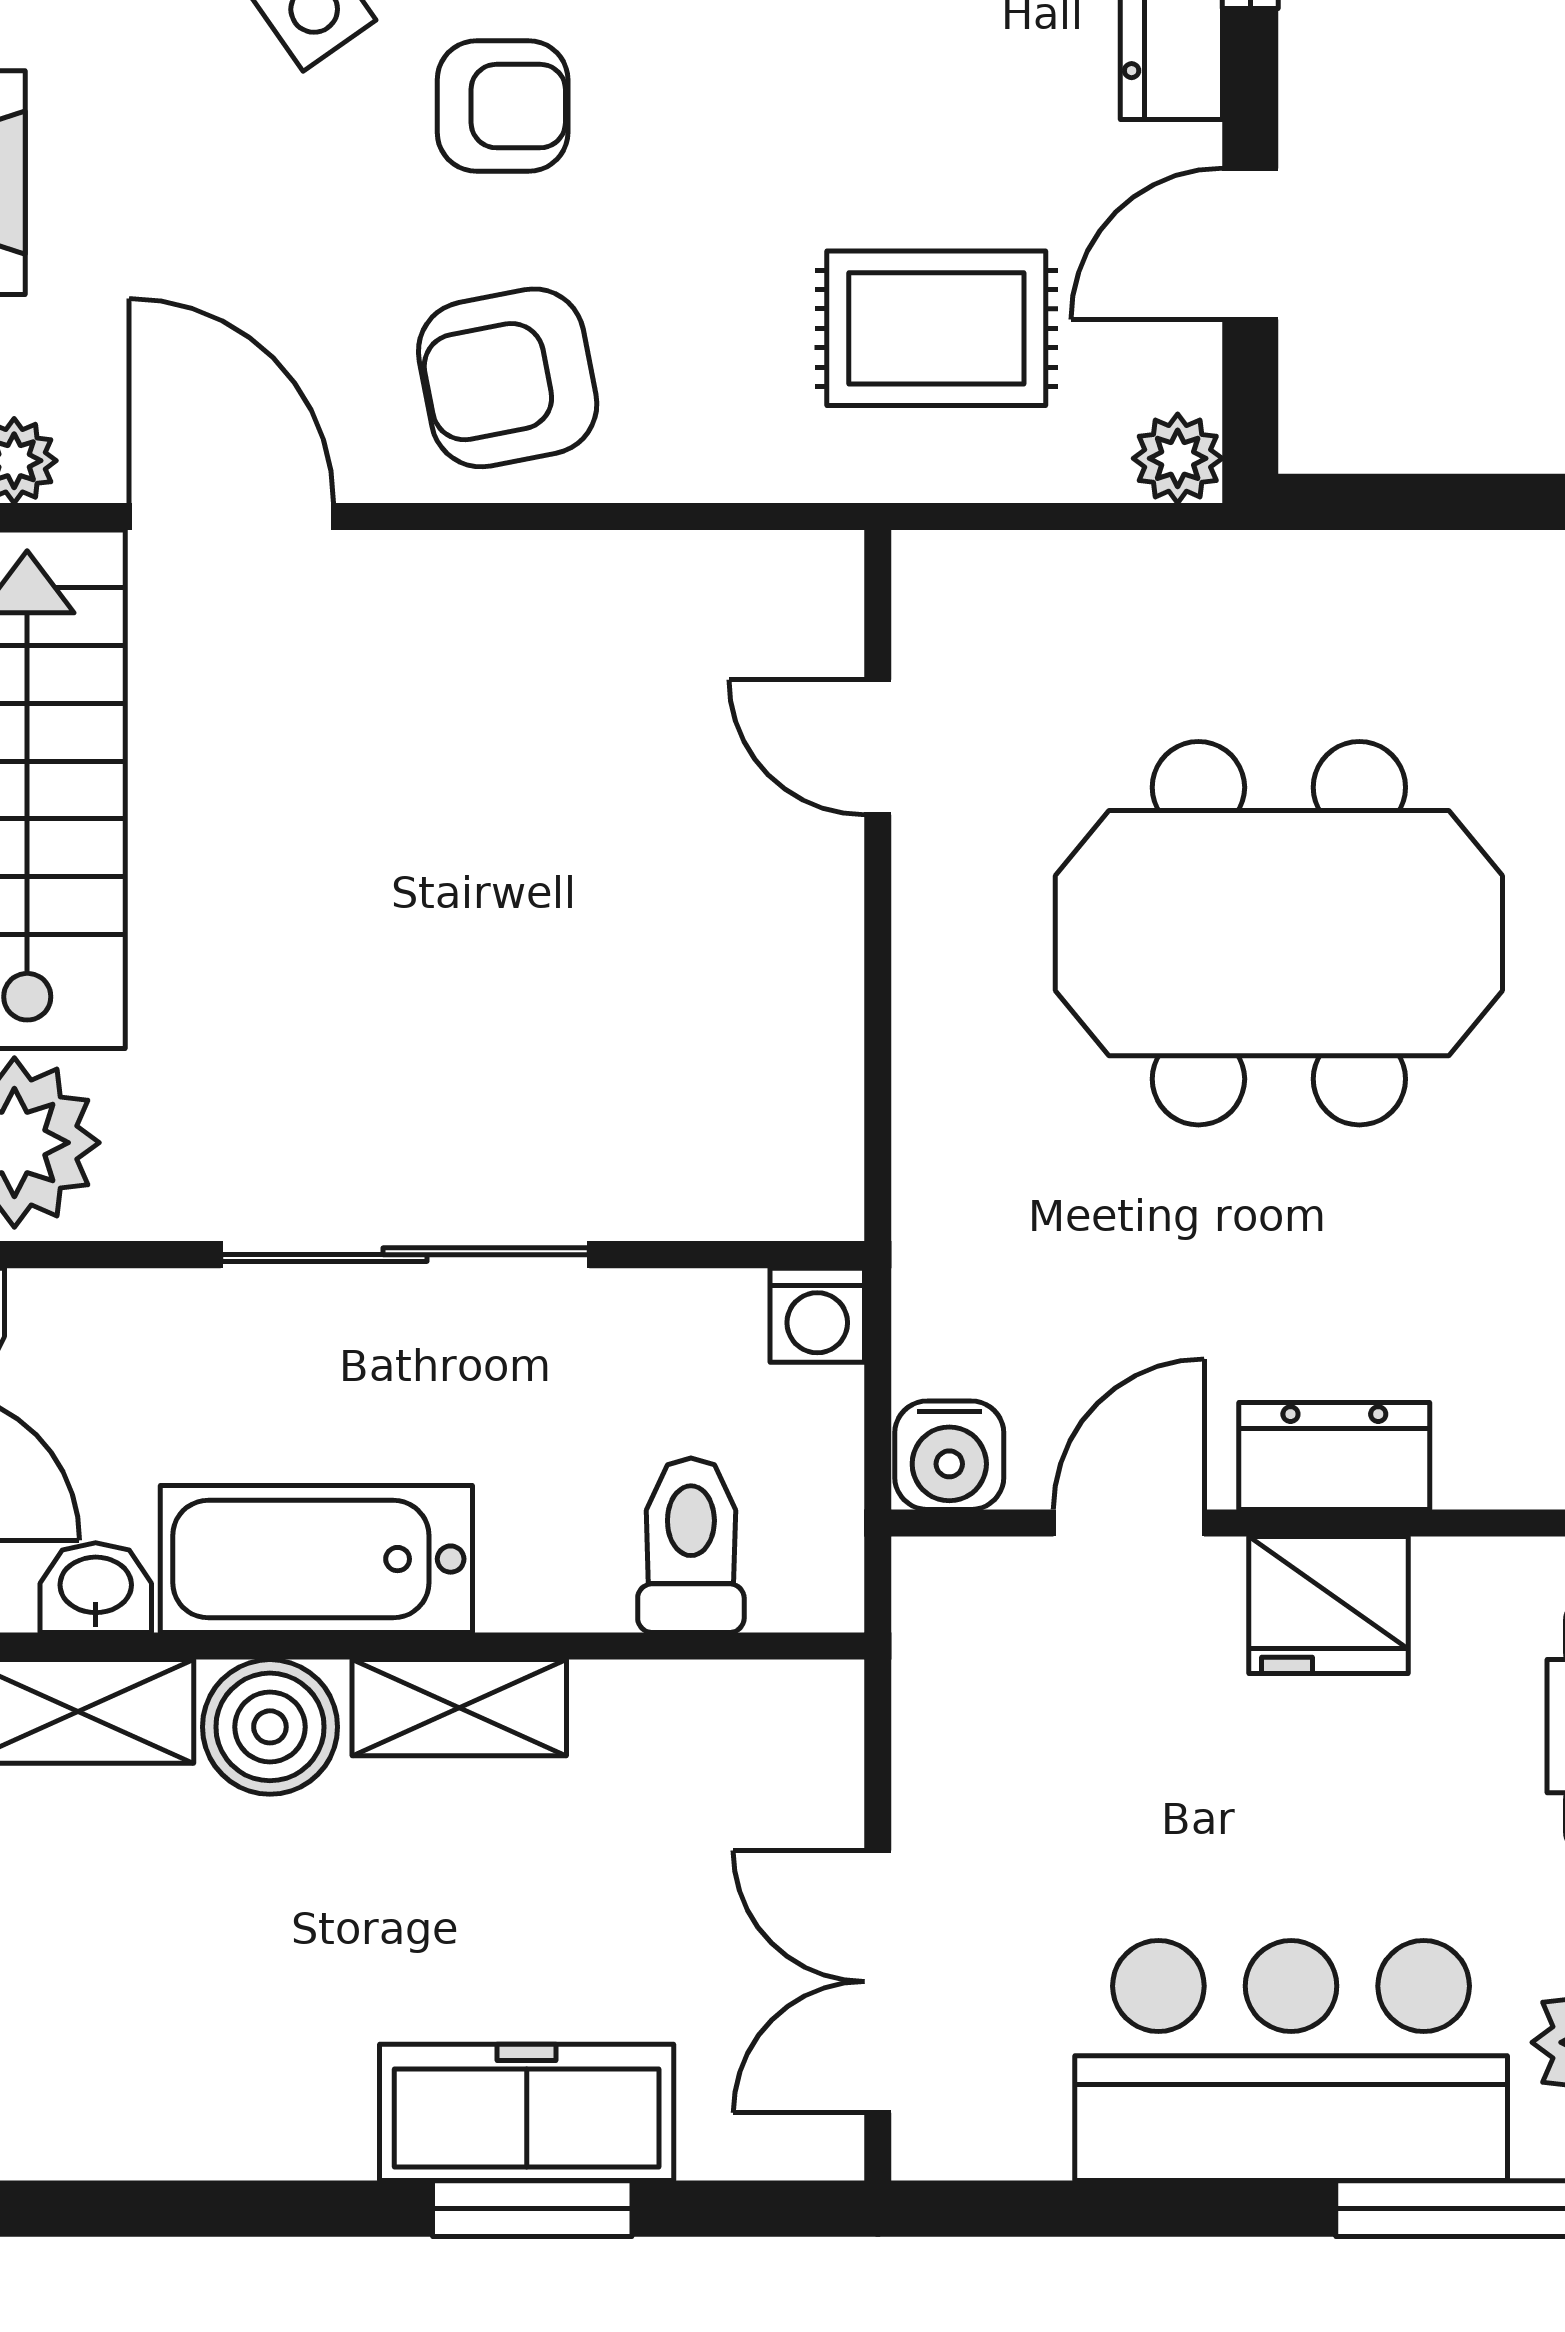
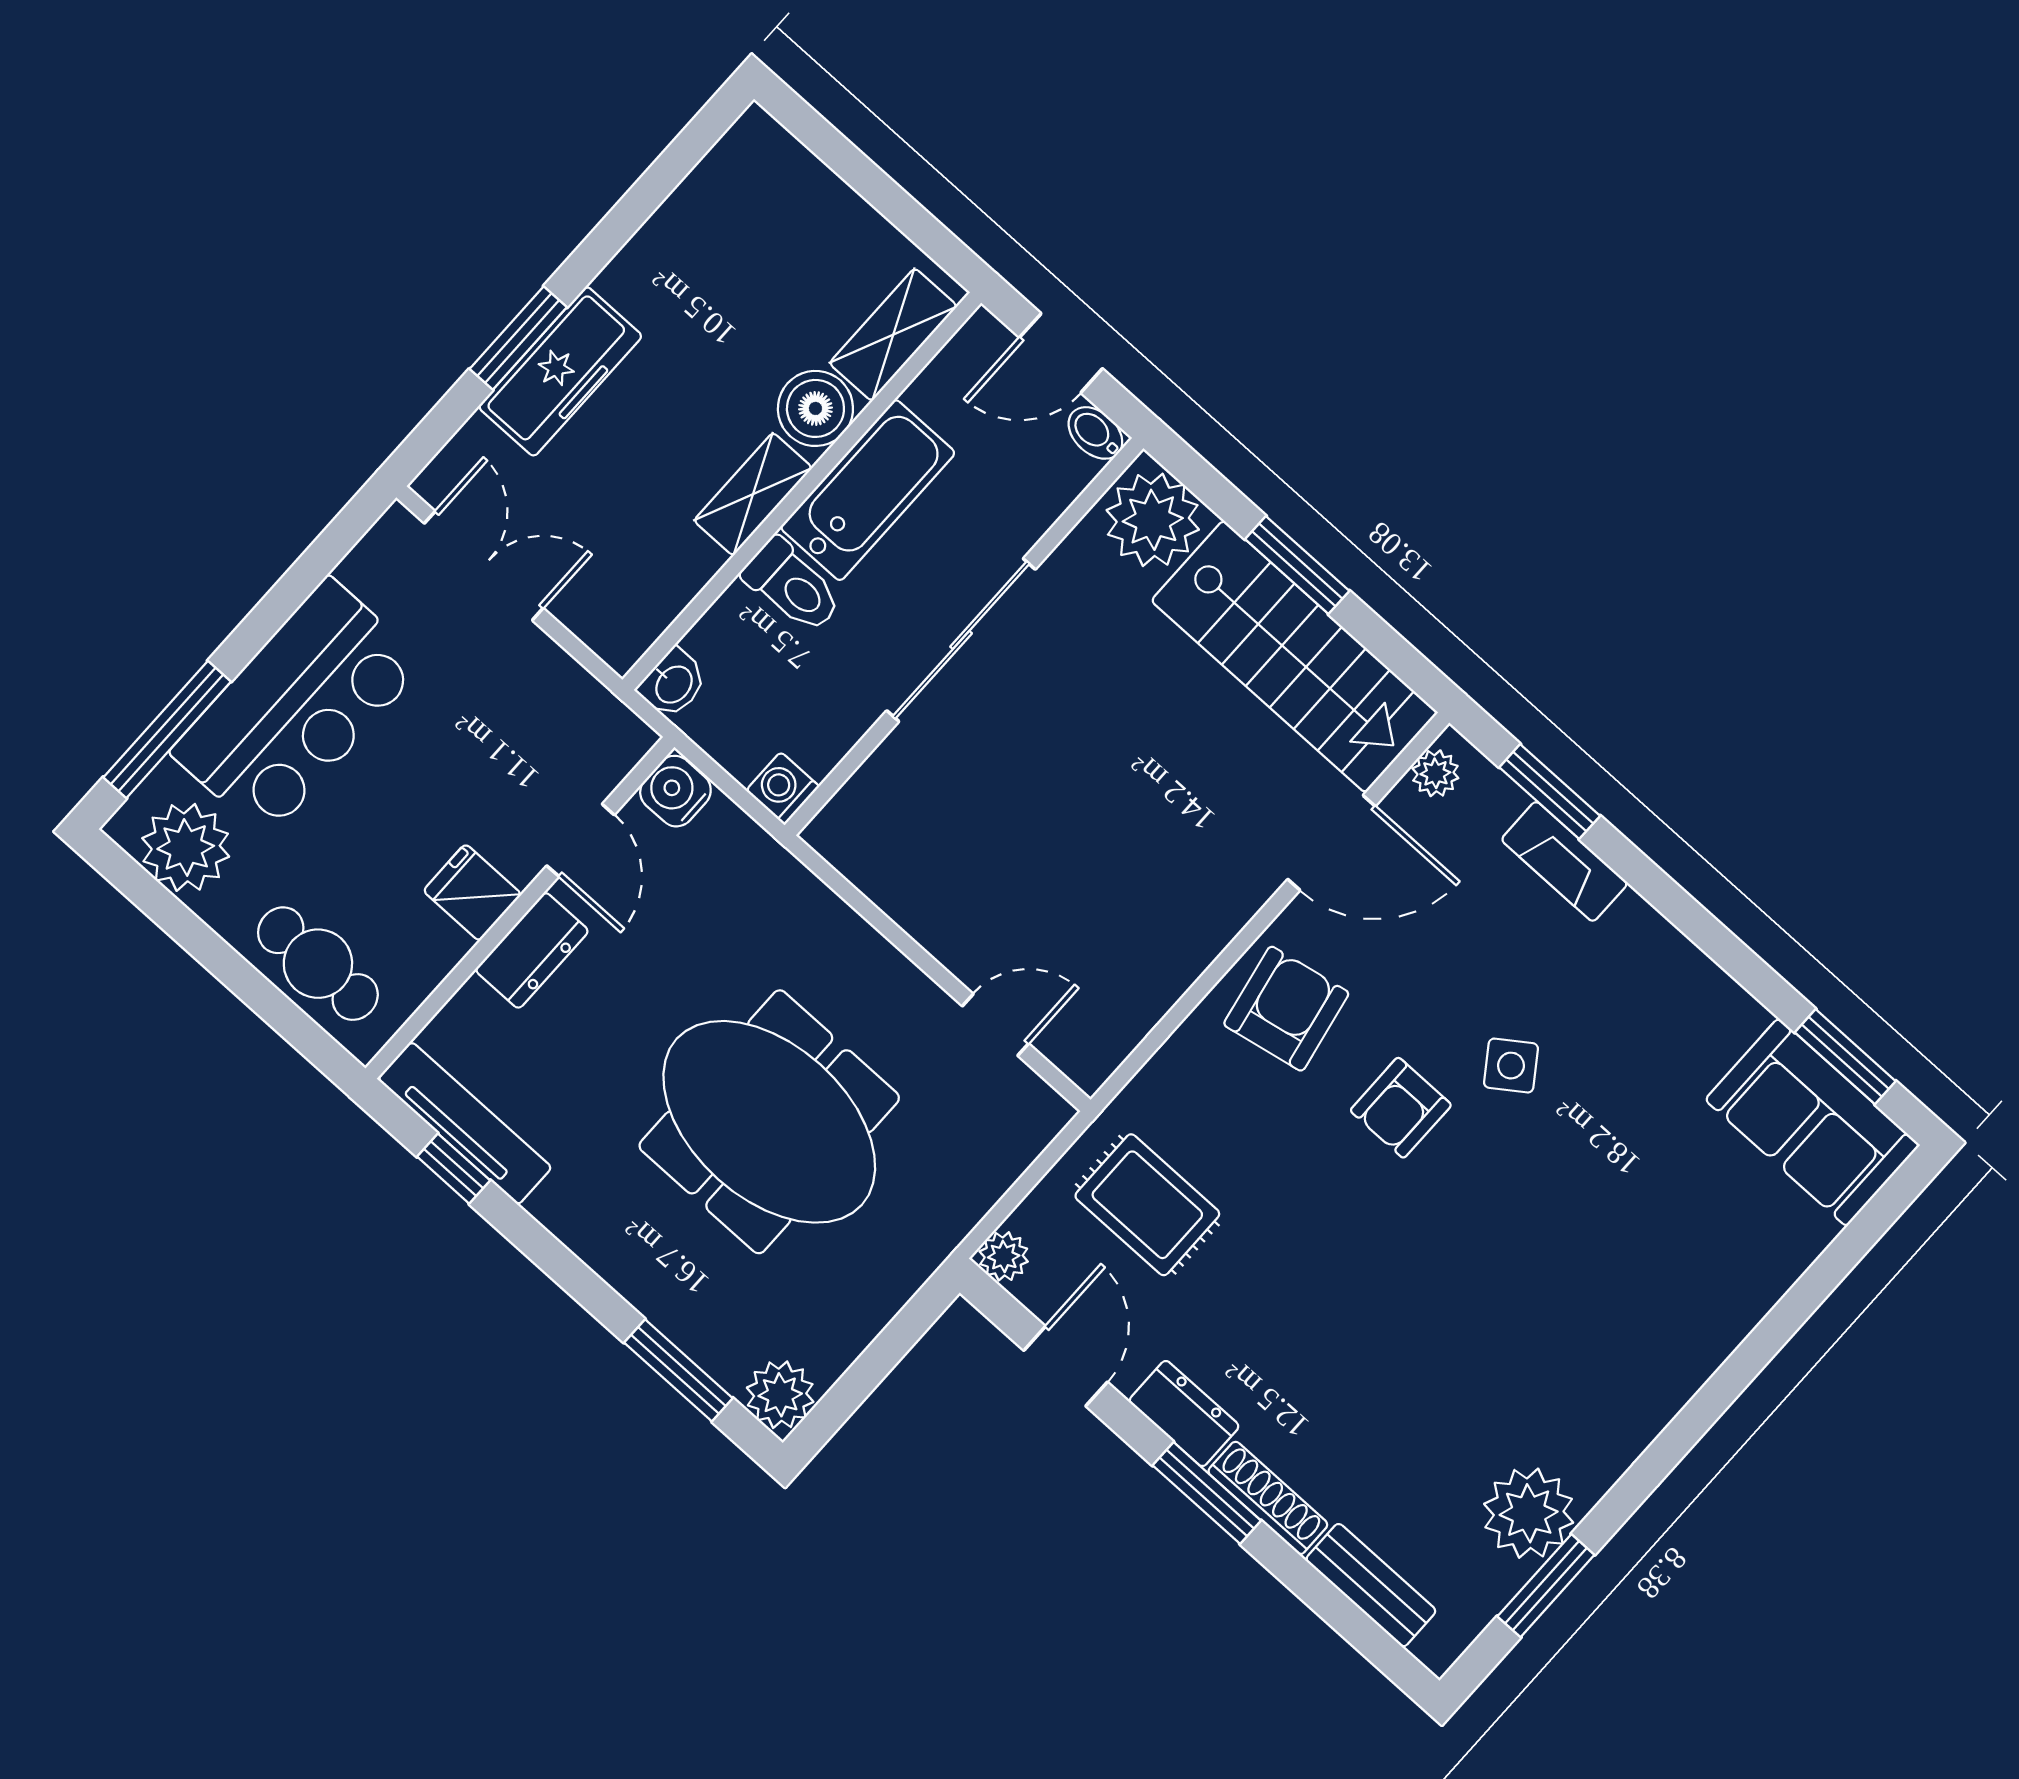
rug: (936, 328) -> (1147, 1205), turned 90
meeting table: (1279, 933) -> (769, 1122), turned 90
toilet: (691, 1545) -> (792, 586), moved
washbasin: (96, 1588) -> (673, 684), moved
fridge: (1328, 1605) -> (472, 892), width x0.72

